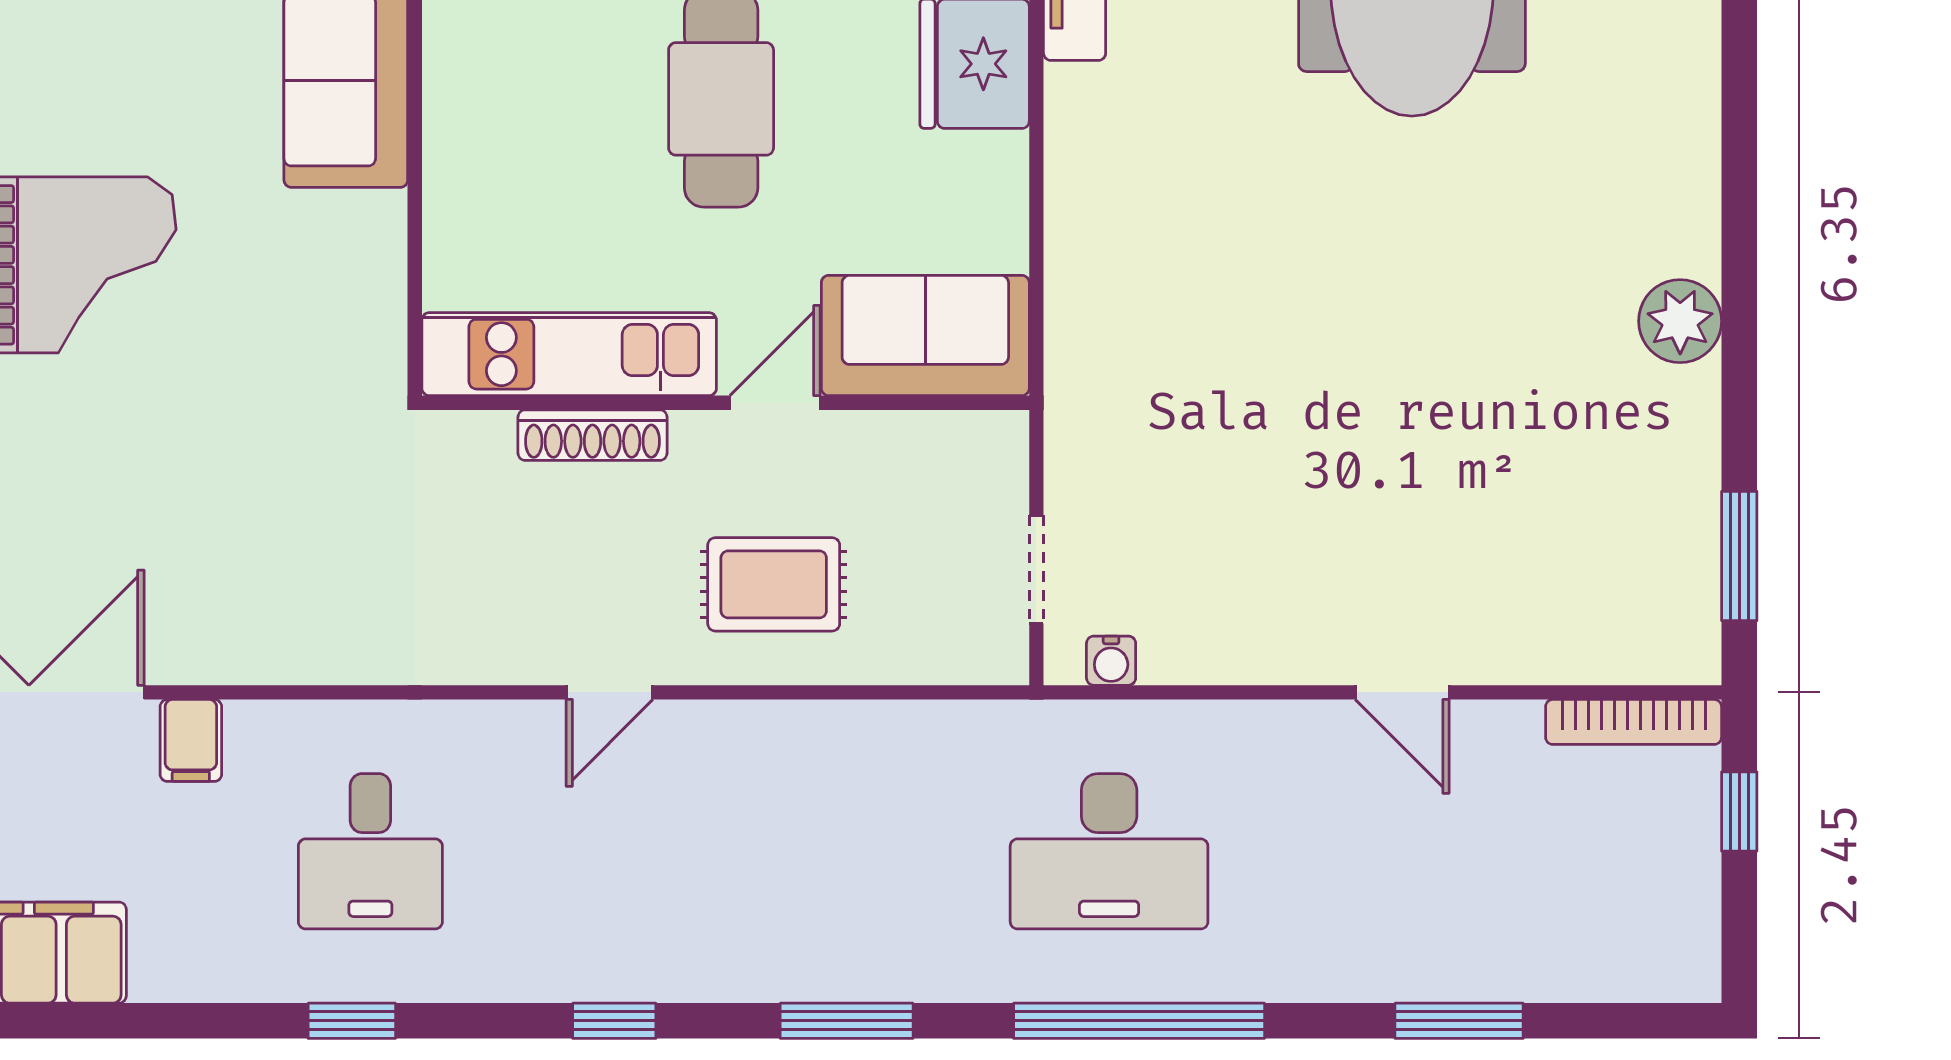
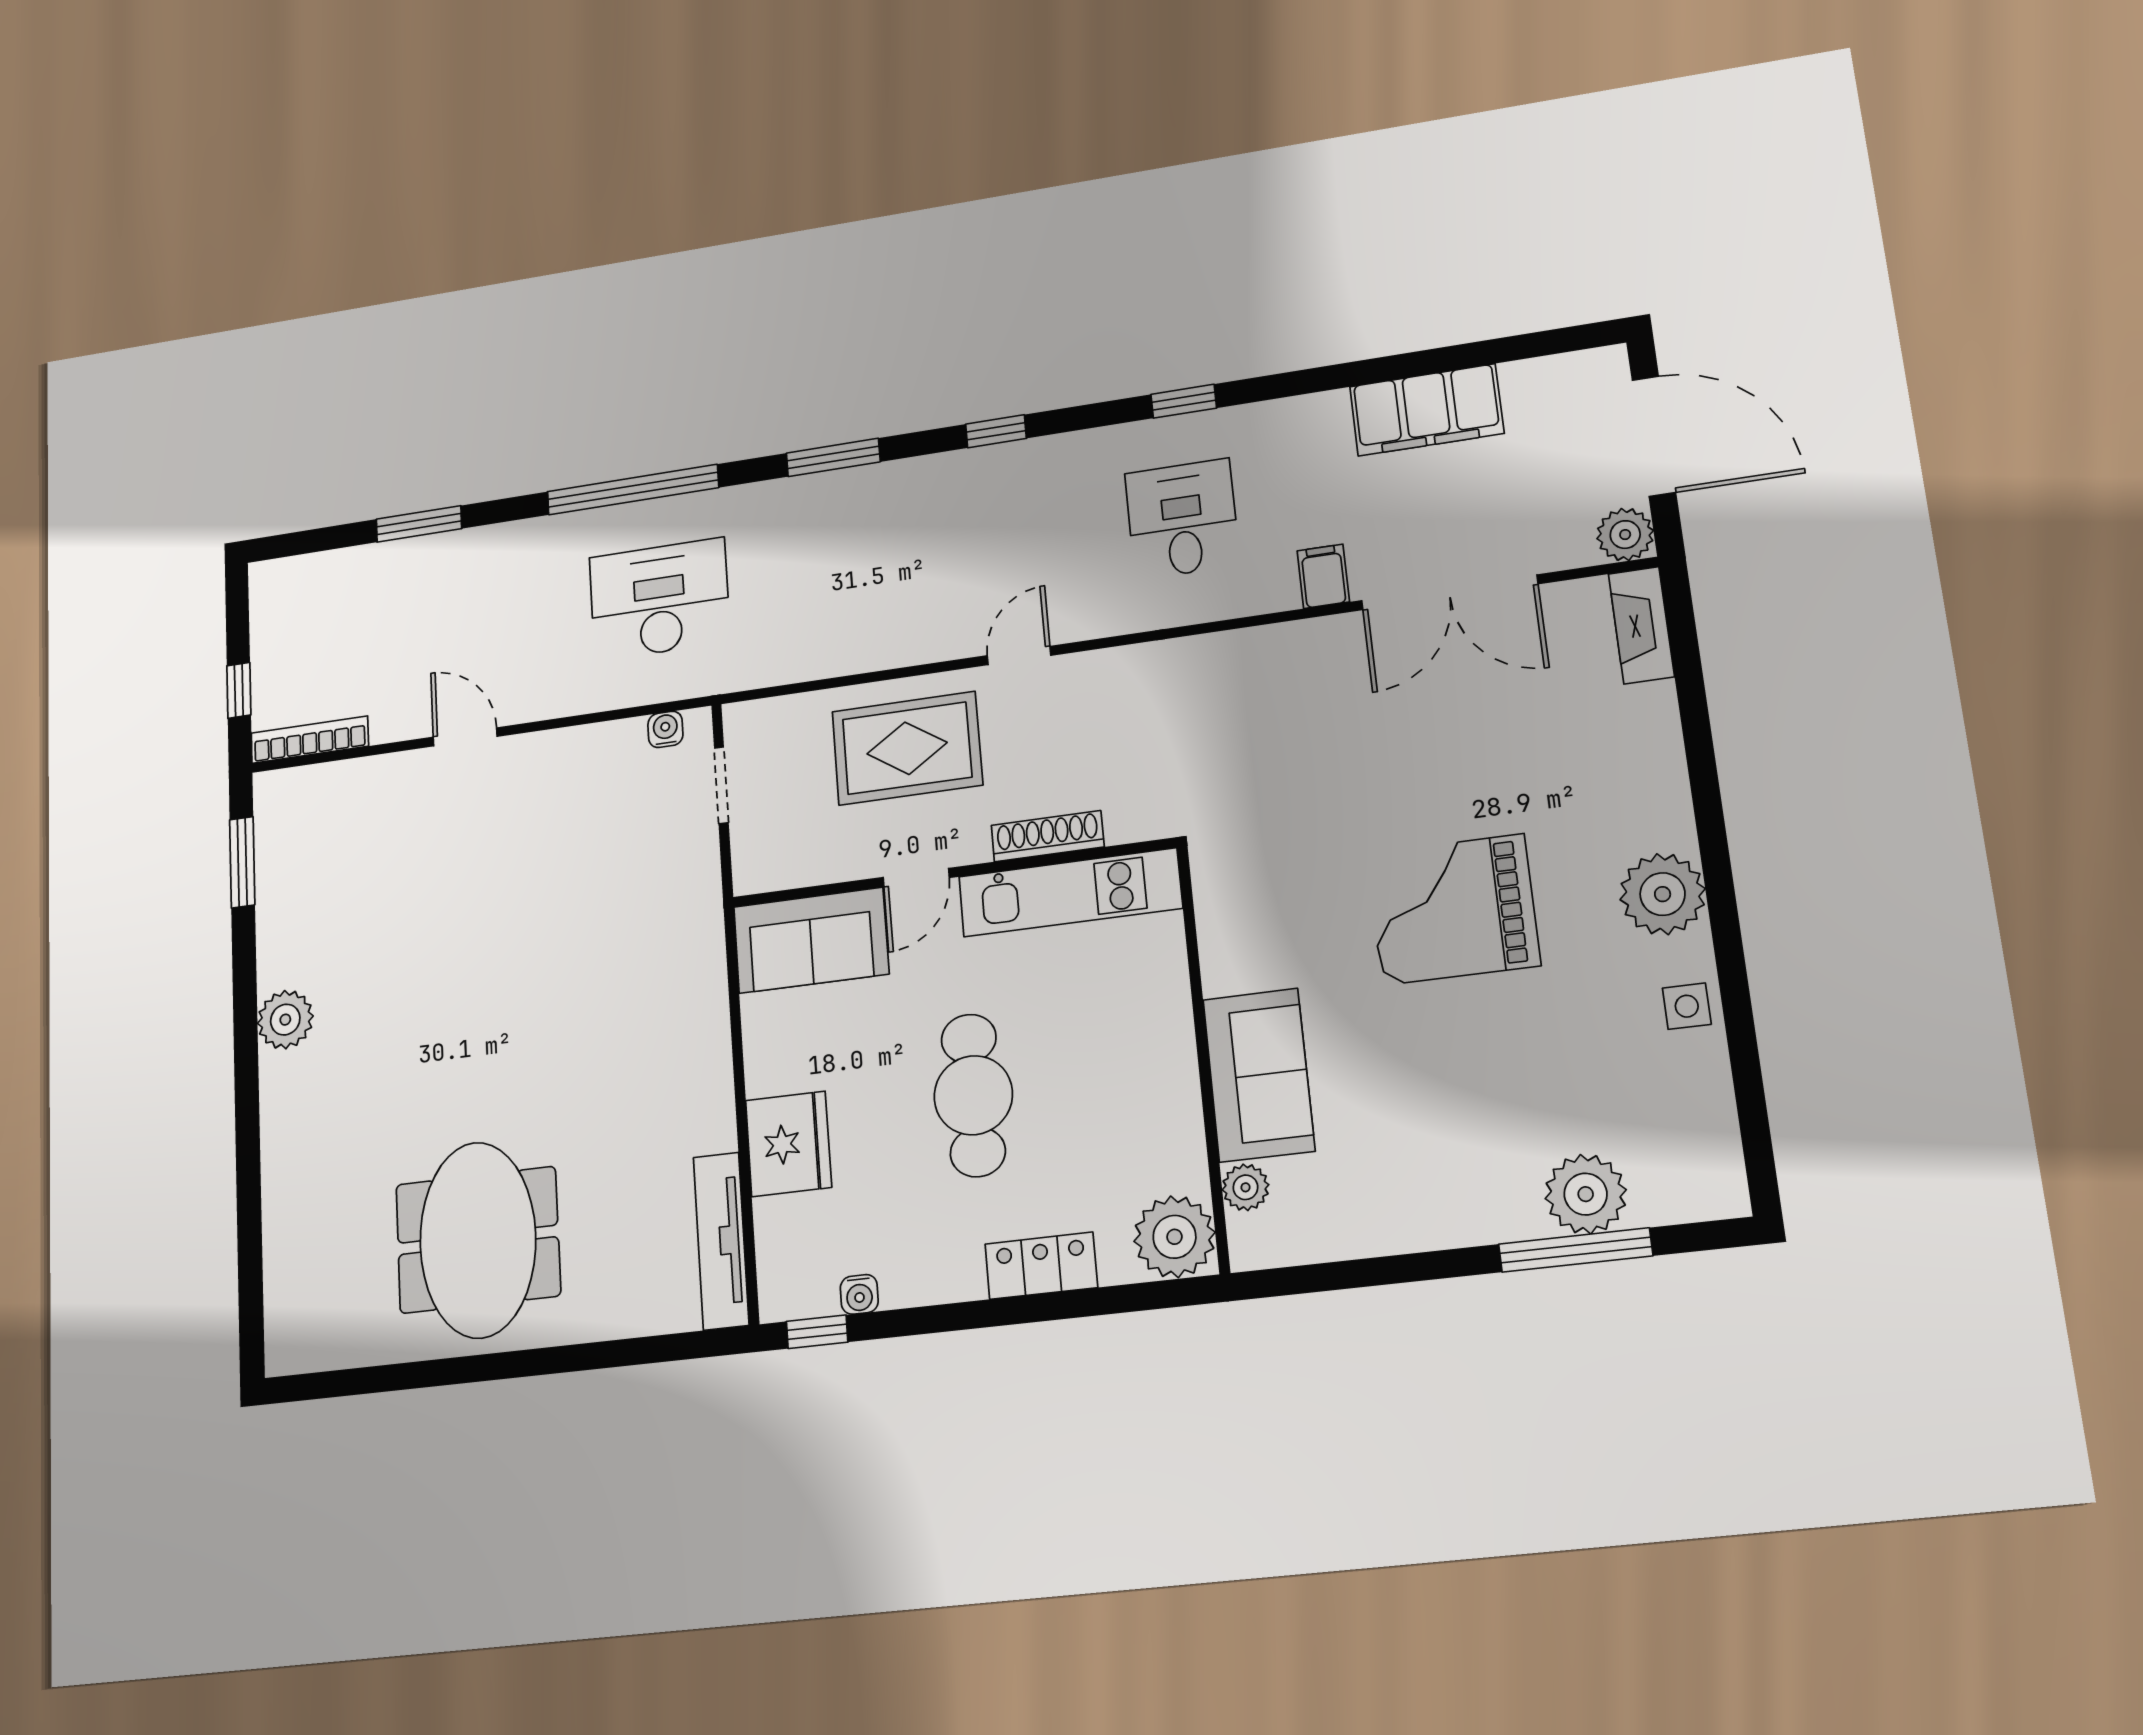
rug: (774, 584) -> (907, 748), width x1.36, depth x1.43

